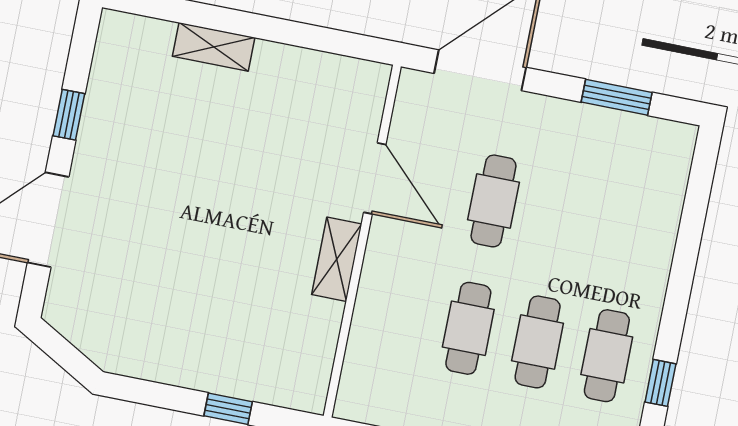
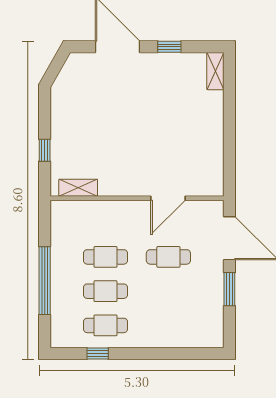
shelving: (214, 47) -> (215, 71), moved
window: (617, 97) -> (229, 289), moved
shelving: (337, 259) -> (78, 188), moved

